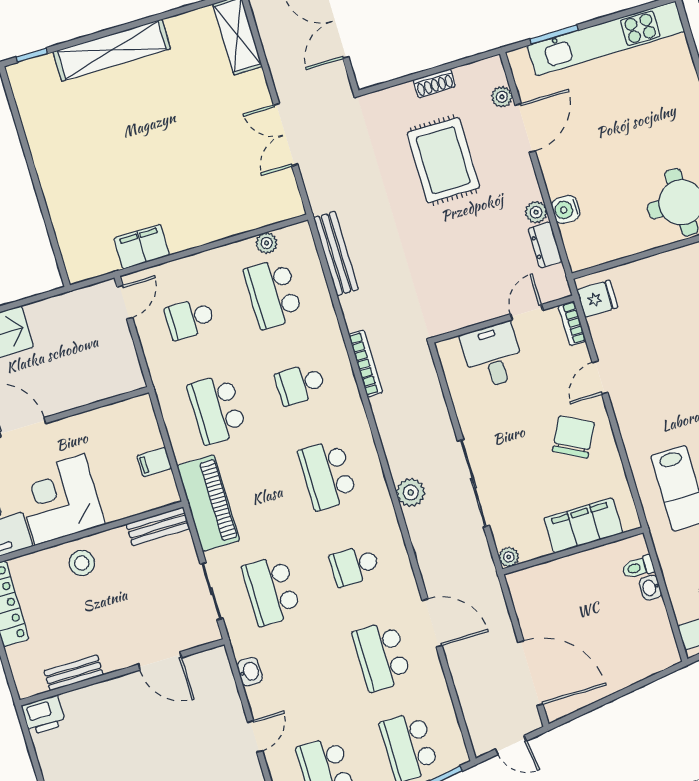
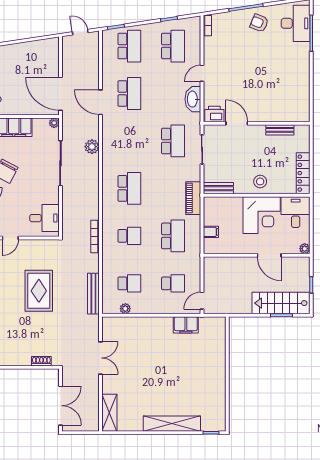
shoe rack: (434, 83) -> (41, 361), moved
rug: (443, 160) -> (39, 291), moved
school desk: (273, 294) -> (129, 283), width x0.54
desk: (493, 356) -> (45, 218), moved, turned -90
filing cabinet: (154, 462) -> (211, 232), moved
plant: (411, 492) -> (92, 147), moved
piano: (208, 503) -> (193, 198), width x0.73, depth x0.75
school desk: (355, 566) -> (129, 141), removed
washbasin: (250, 672) -> (193, 99), width x1.91, depth x1.45
door: (530, 673) -> (60, 94), moved
printer: (44, 715) -> (214, 114), moved

